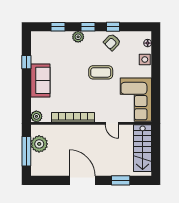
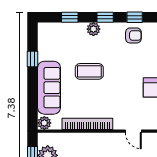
armchair: (112, 42) -> (133, 35), turned -135
coffee table: (101, 72) -> (89, 71), moved
sofa: (40, 80) -> (49, 88), width x1.36

